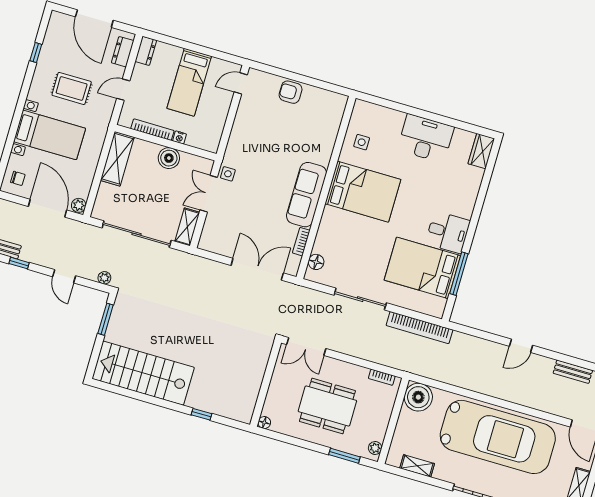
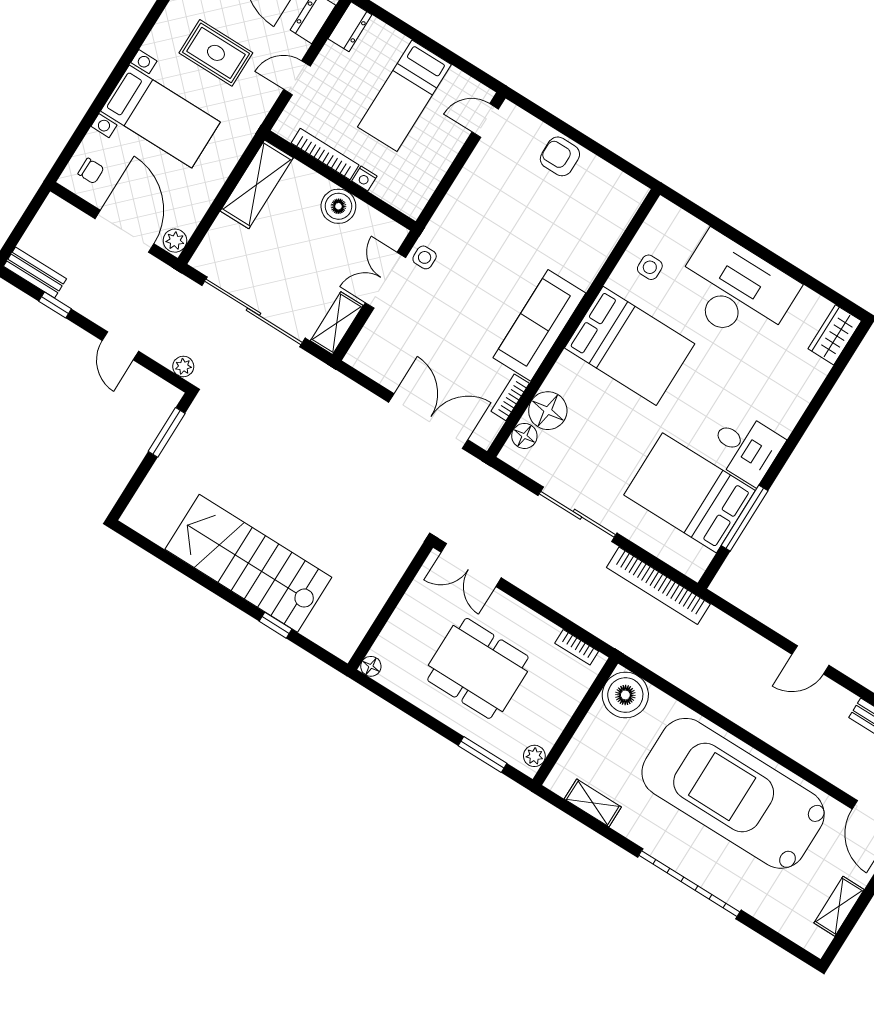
desk: (426, 138) -> (735, 290), width x1.36, depth x1.30
floor lamp: (326, 243) -> (548, 411), added
stairs: (143, 373) -> (248, 563), moved
car: (498, 437) -> (733, 793), turned 180

